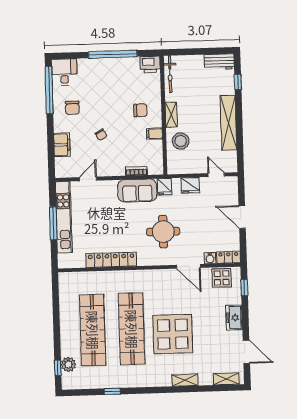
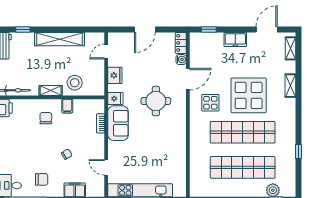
locker: (111, 260) -> (180, 149), removed
display table: (222, 278) -> (210, 103), moved

